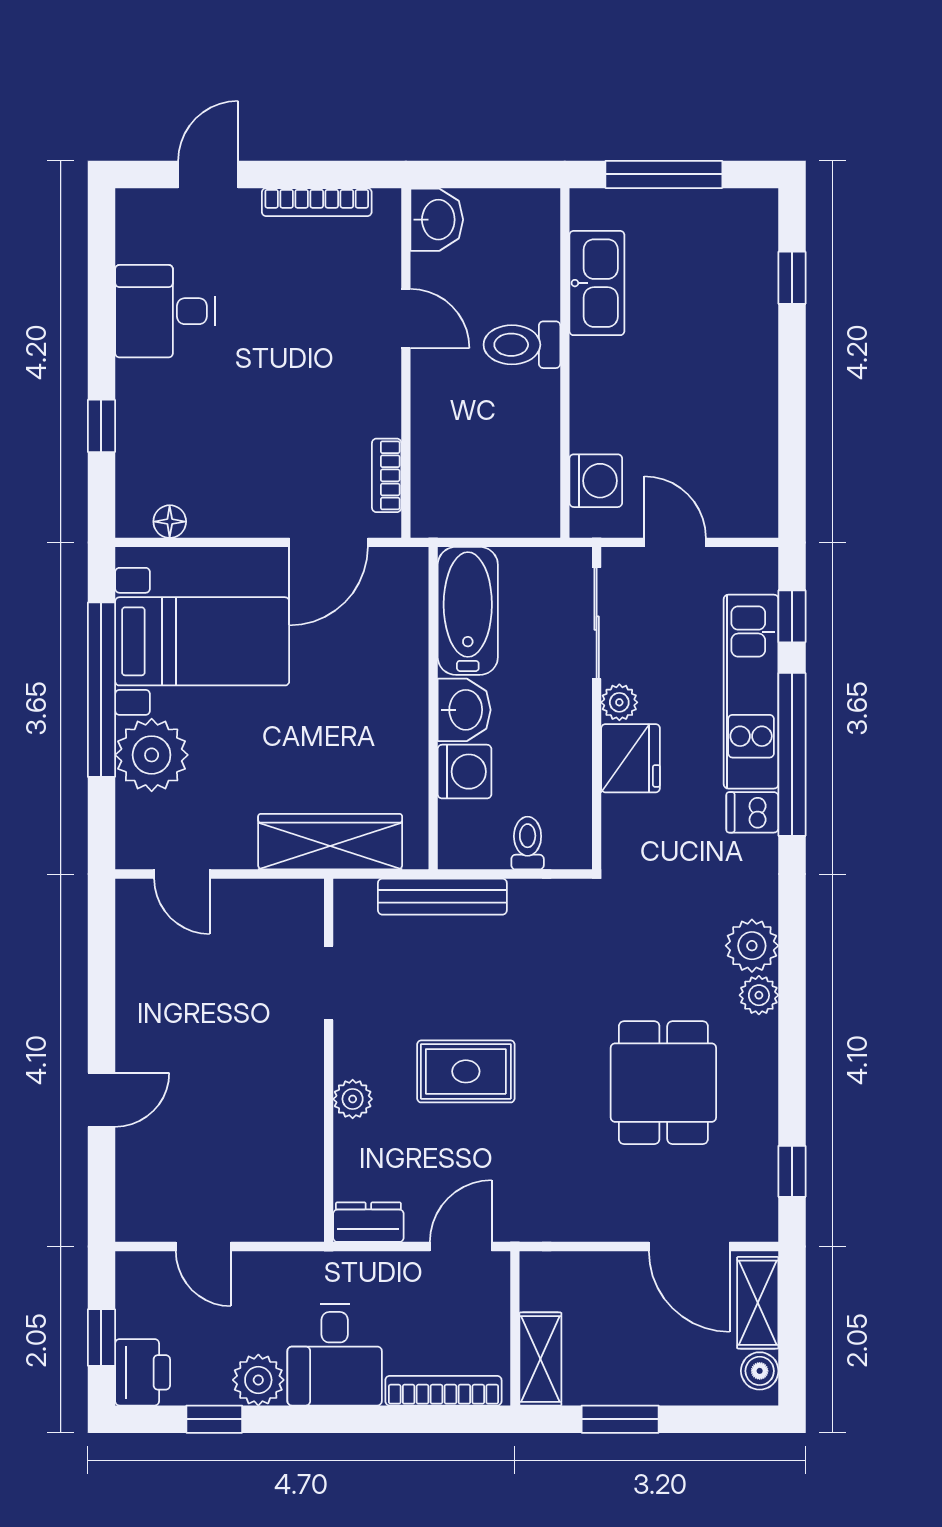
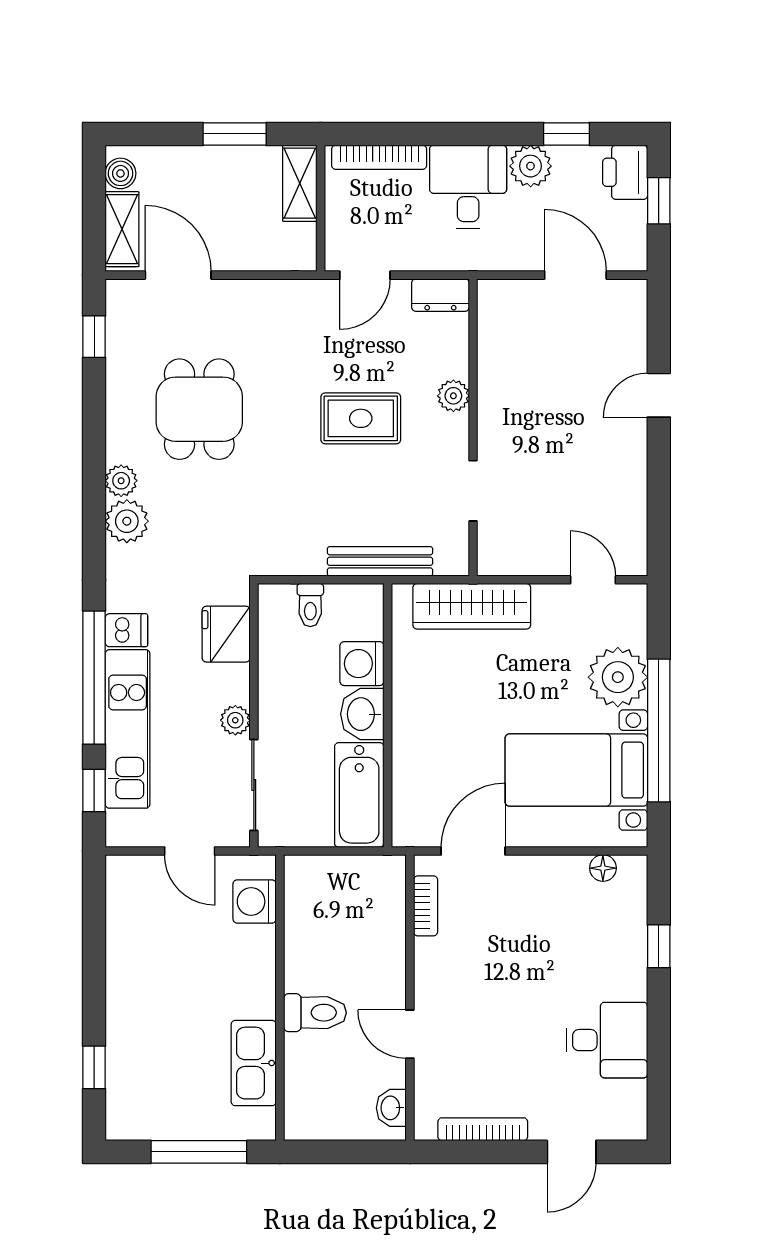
washbasin: (437, 220) -> (391, 1108), width x0.72, depth x0.69
fridge: (631, 758) -> (226, 634), moved
door: (203, 1247) -> (575, 275), width x1.38

